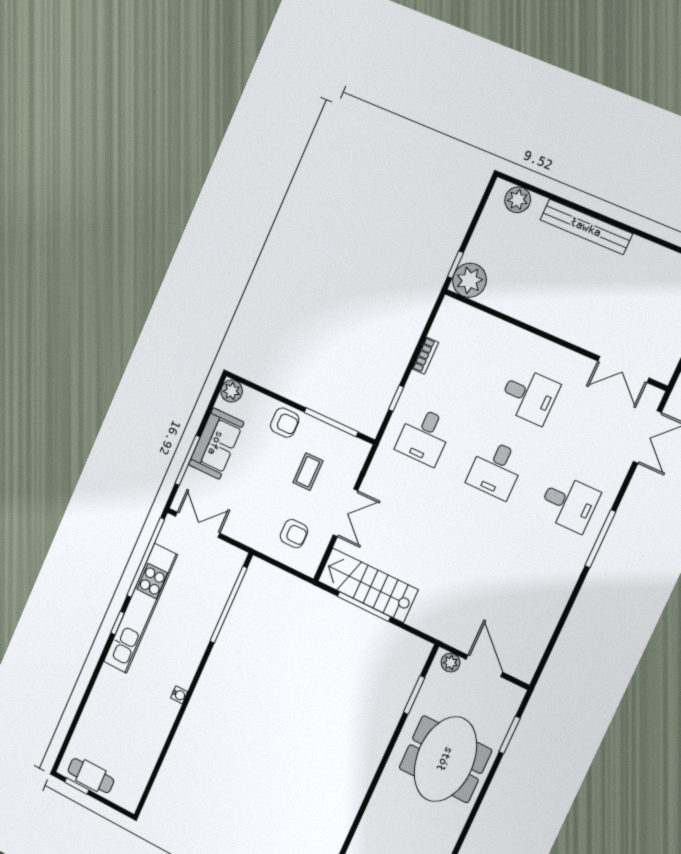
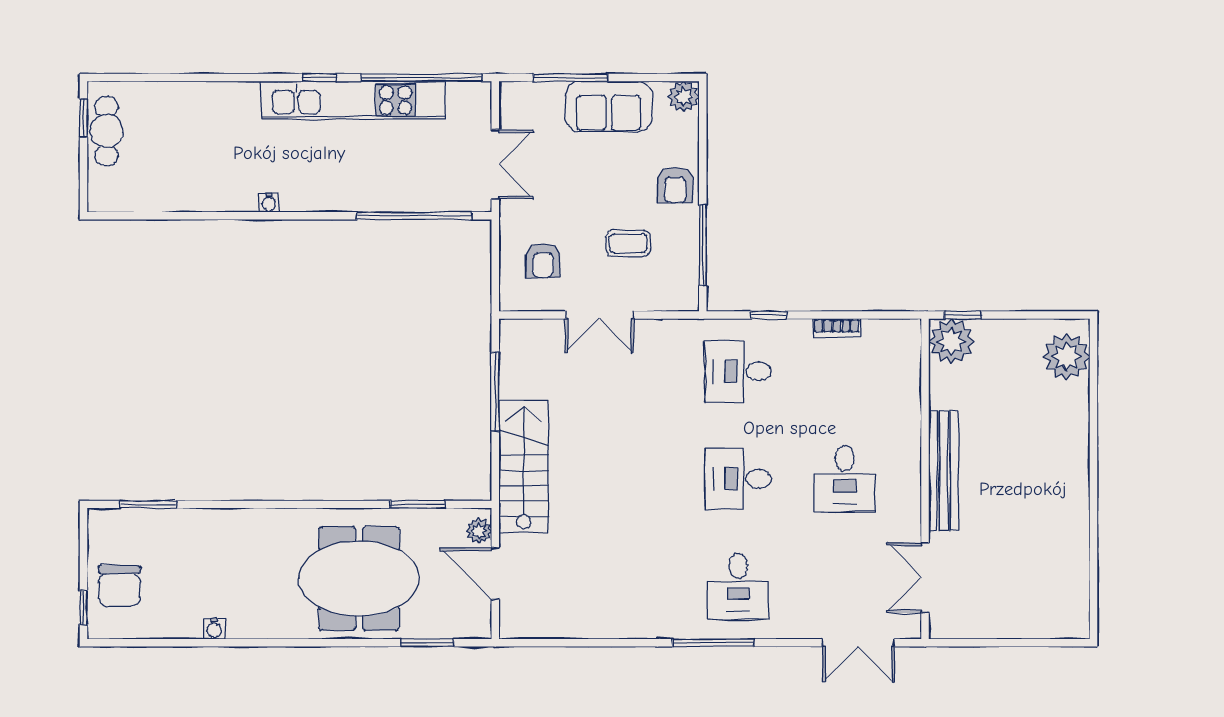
plant: (518, 200) -> (1067, 357), width x1.36, depth x1.36
bench: (586, 227) -> (944, 471), moved
double door: (198, 525) -> (495, 164), moved
stairs: (368, 585) -> (524, 466), moved
door: (484, 666) -> (495, 574), swing flipped

